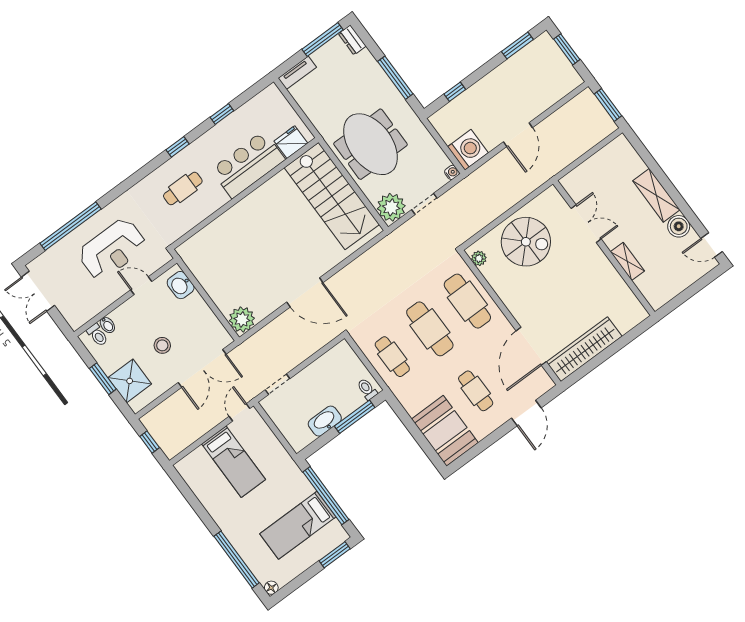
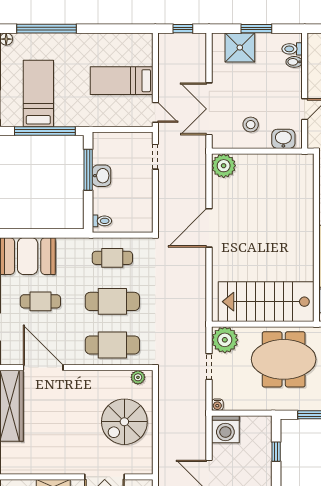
stool: (162, 345) -> (251, 125), moved
window: (355, 417) -> (88, 170), moved
washbasin: (325, 421) -> (101, 176), width x0.72

